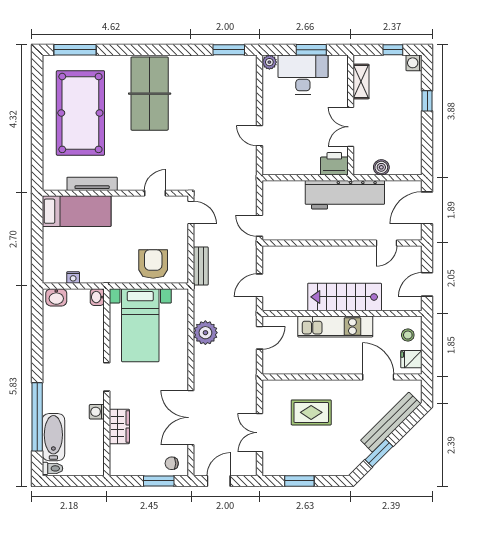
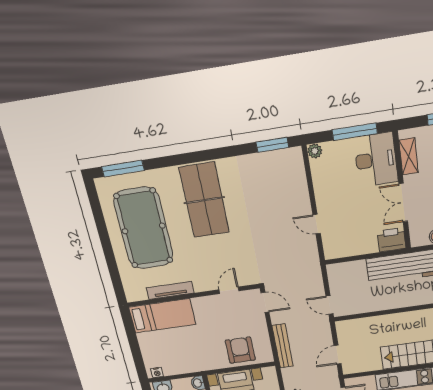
window: (311, 50) -> (355, 132), width x1.44
desk: (303, 74) -> (376, 160), moved, turned 90
bench: (201, 266) -> (283, 346), width x1.36
nightstand: (73, 277) -> (157, 373), moved

